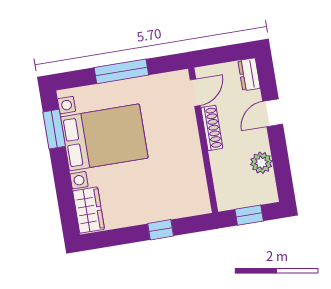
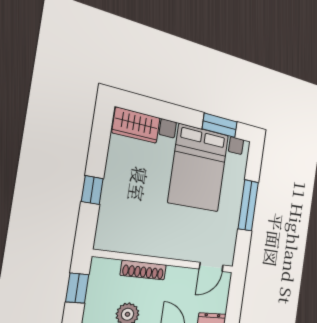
door: (195, 93) -> (211, 267), hinge flipped
shoe rack: (212, 128) -> (143, 270), moved

